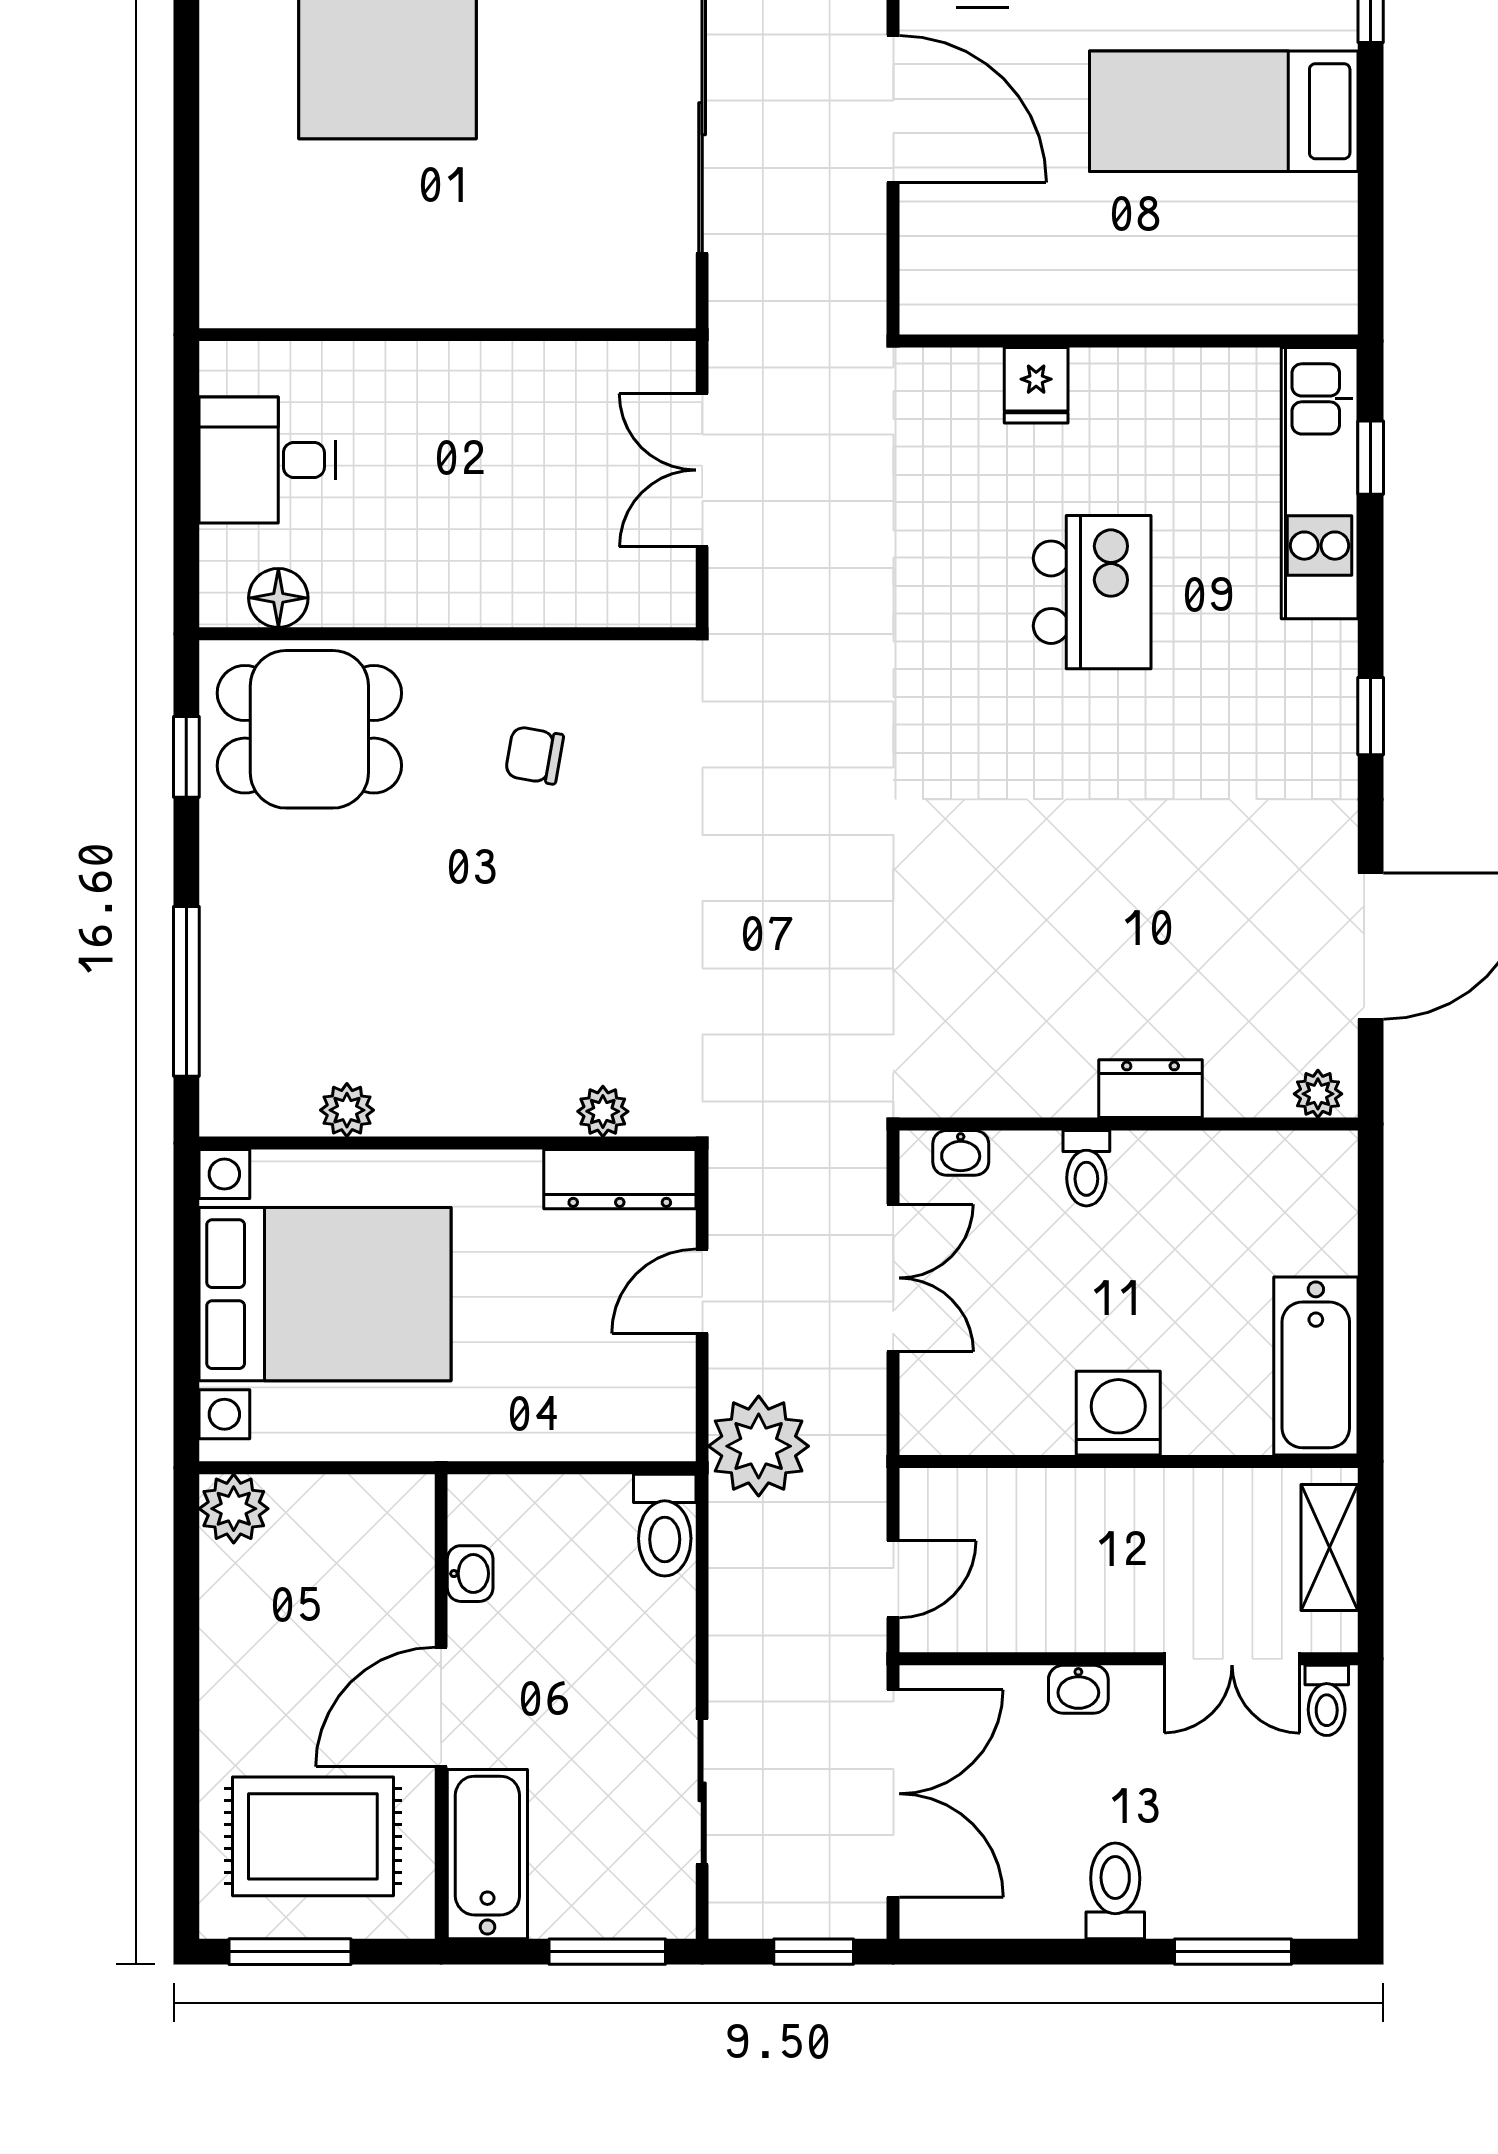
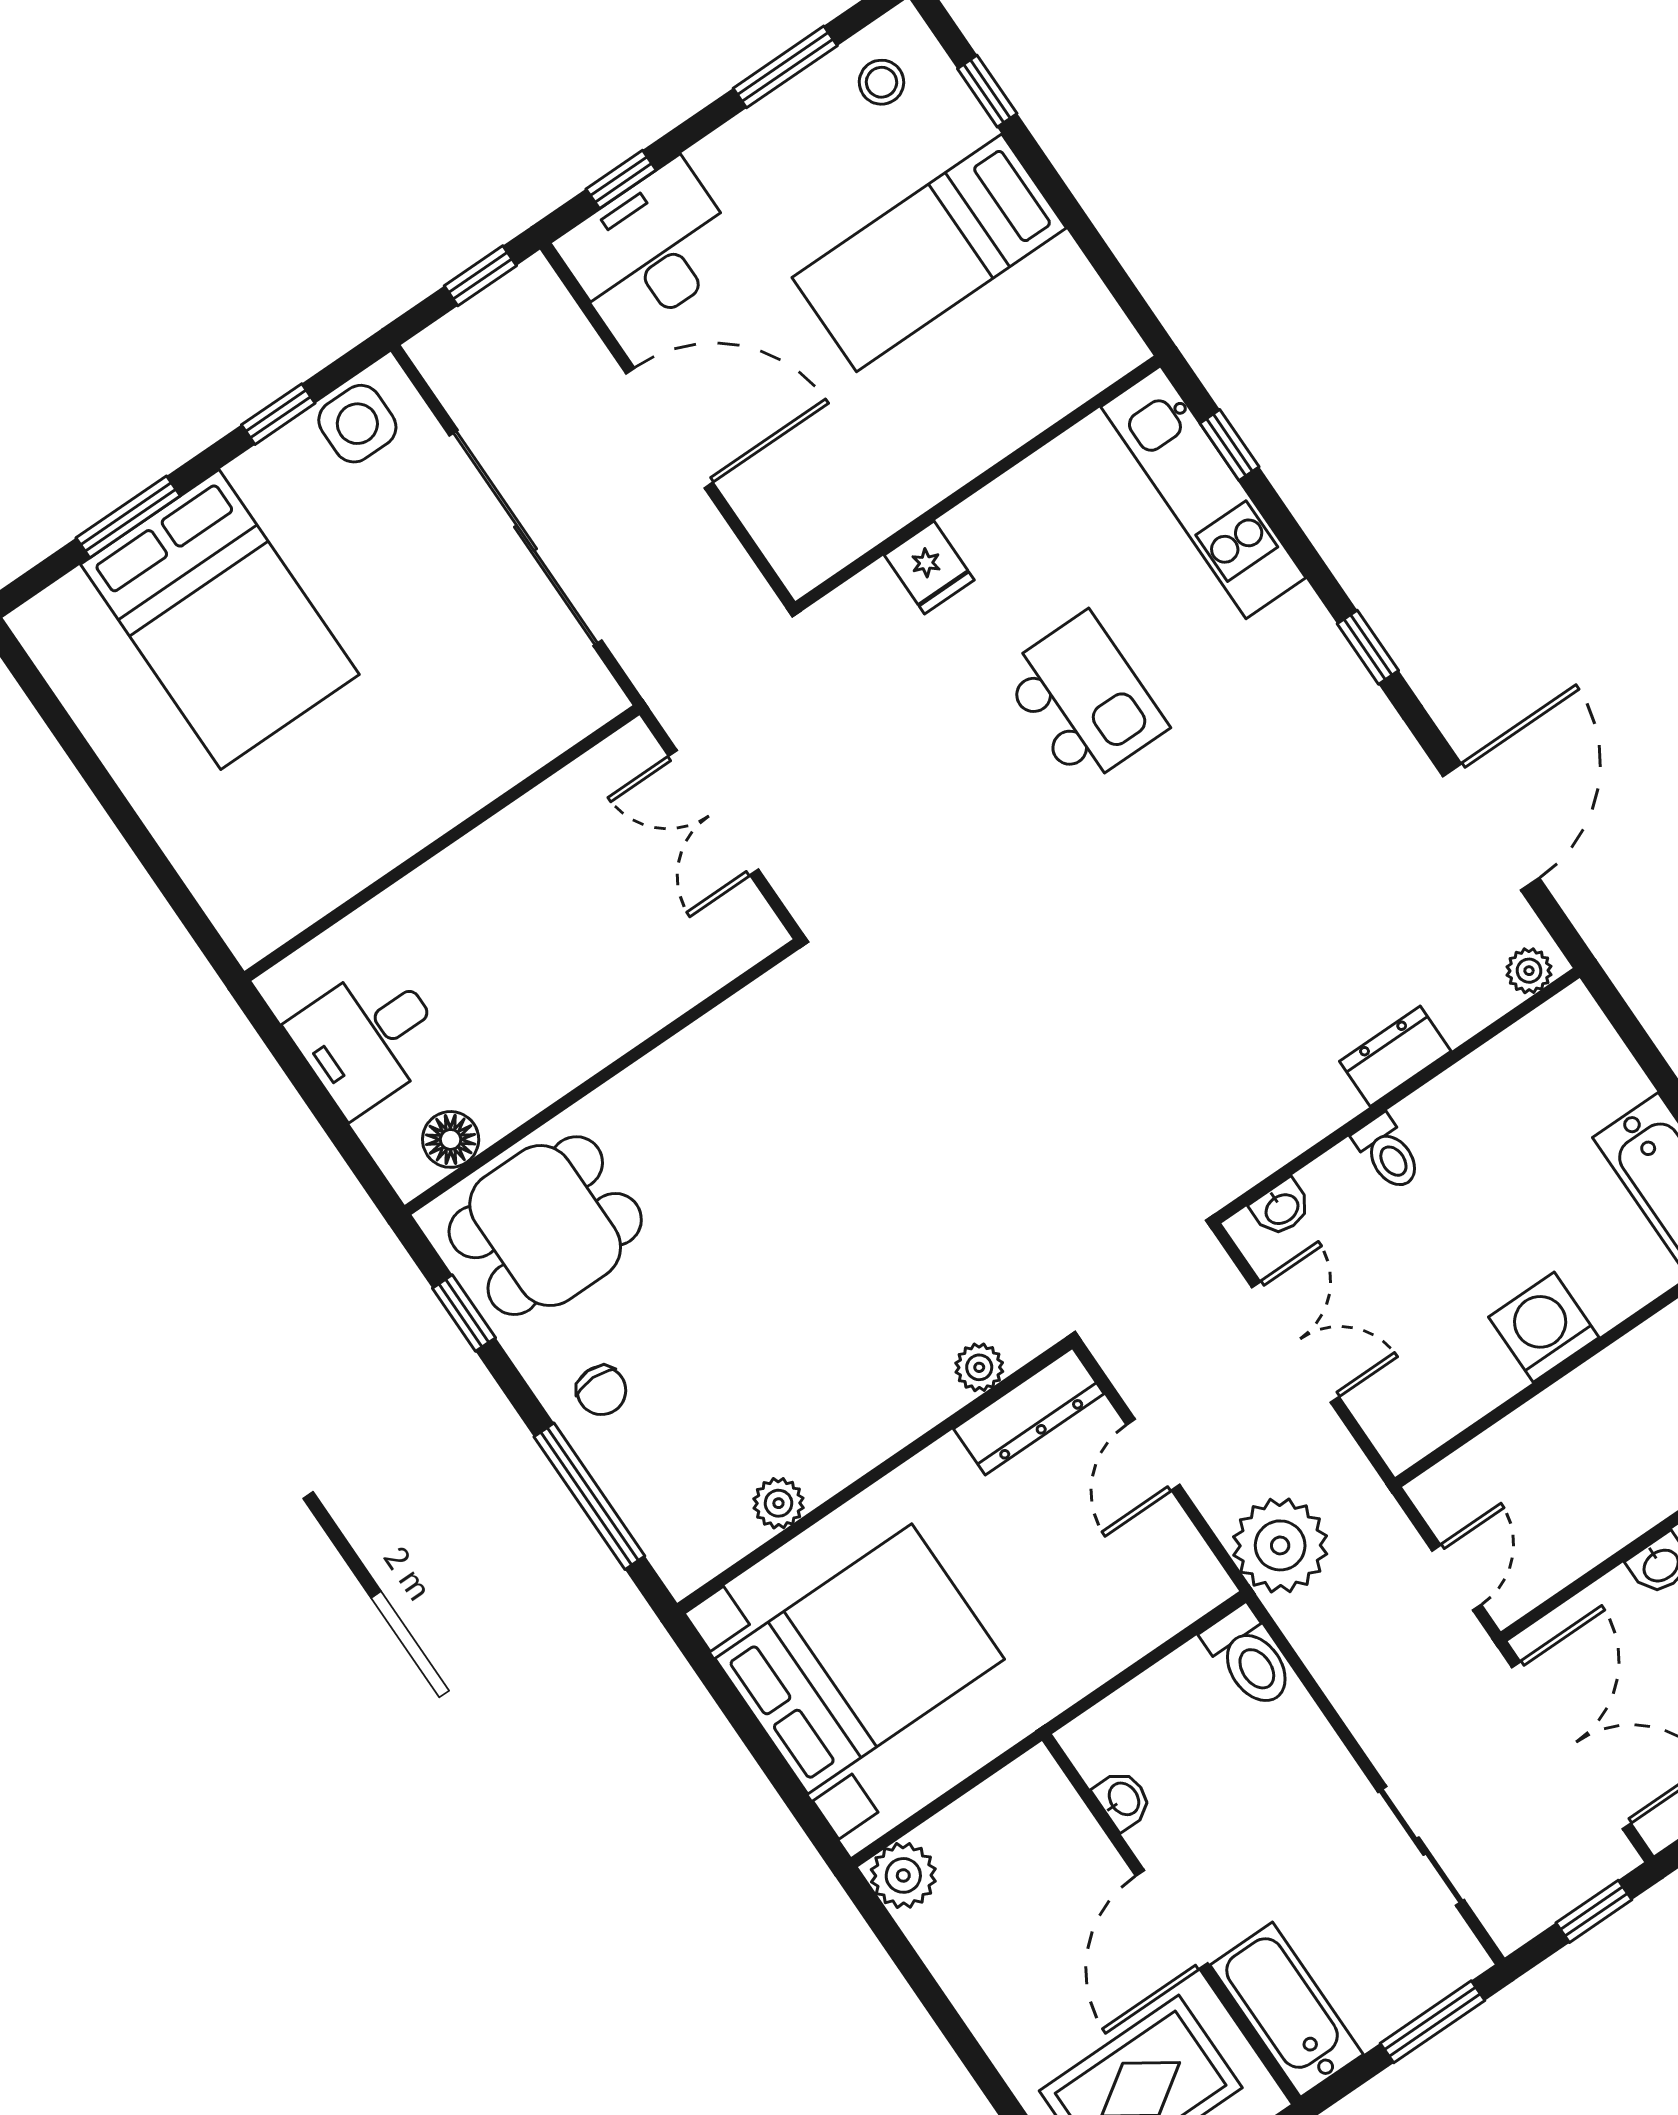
chair: (534, 755) -> (601, 1390), moved, turned -100

